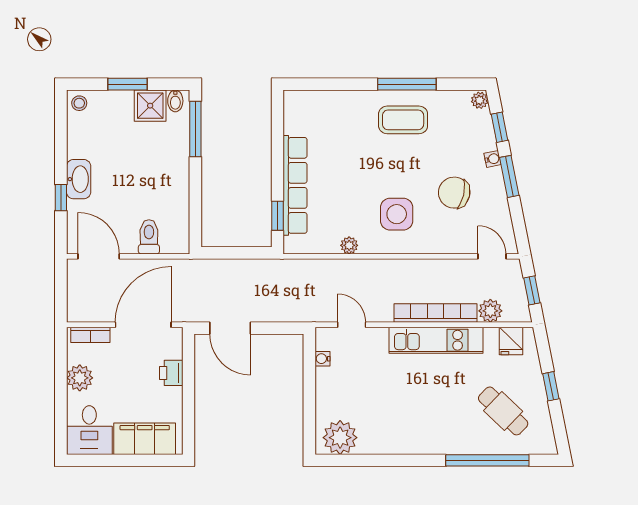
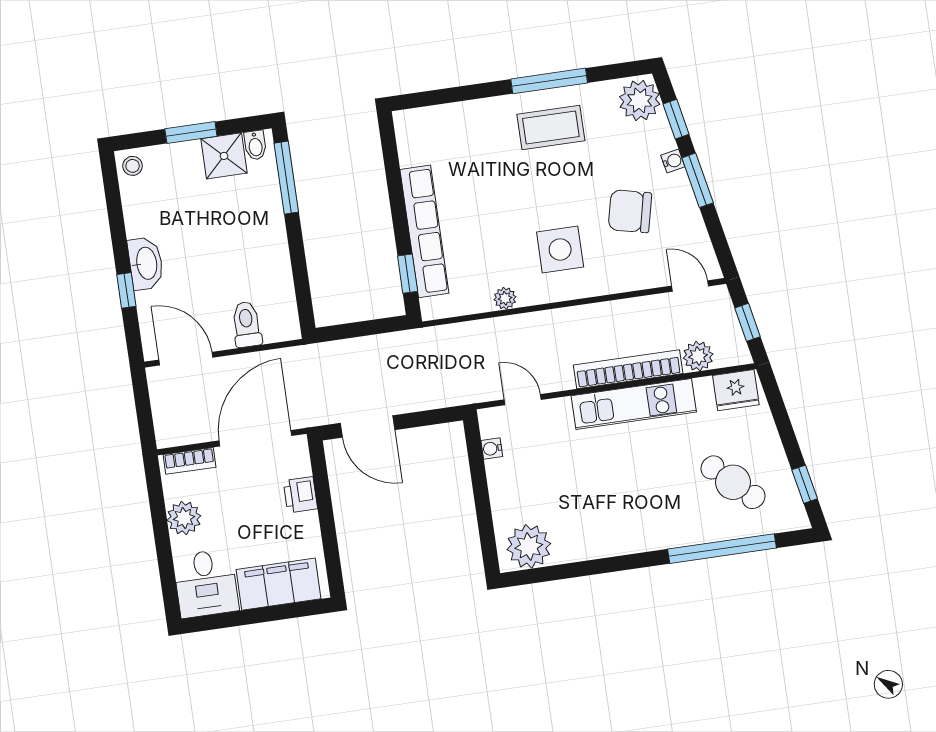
plant: (480, 100) -> (640, 100), width x1.88, depth x1.88
fridge: (511, 341) -> (736, 390), width x1.38
window: (551, 386) -> (805, 484), moved

